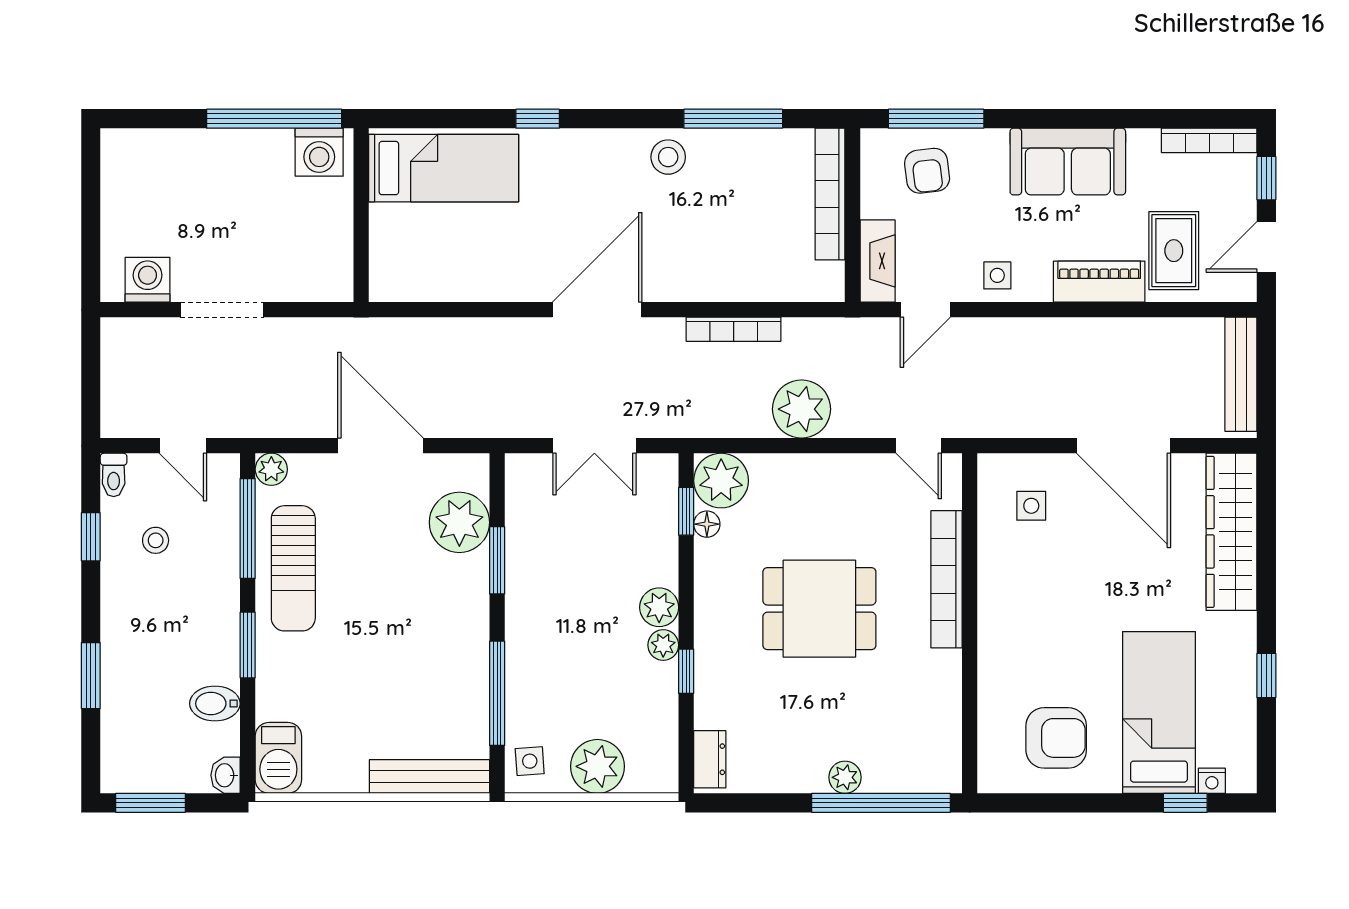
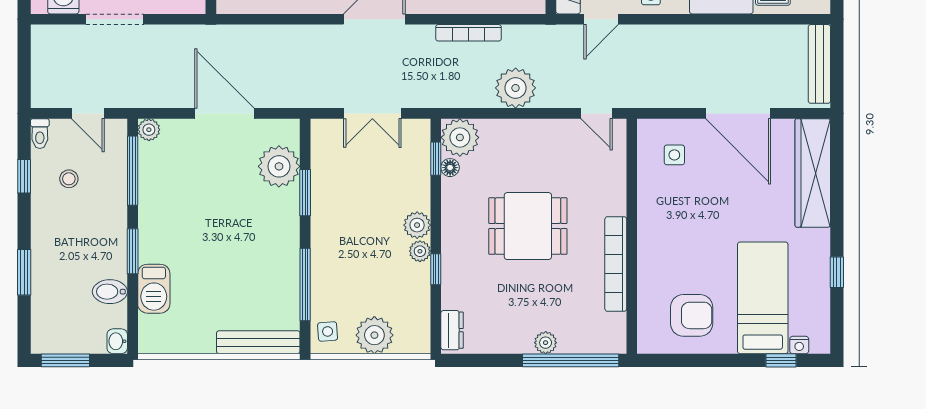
sun lounger: (293, 568) -> (164, 198), removed
bookcase: (947, 579) -> (616, 264), moved
barbecue: (278, 758) -> (154, 289), moved

